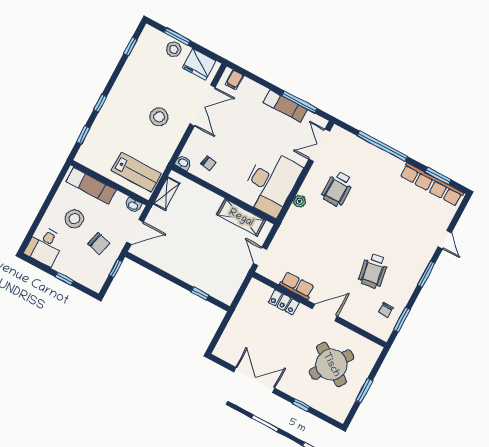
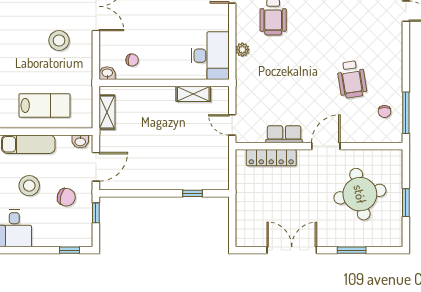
lab bench: (136, 172) -> (44, 105), moved
desk: (271, 183) -> (210, 56), width x0.73, depth x0.77
shelving: (241, 218) -> (193, 94), width x0.67, depth x0.75
window: (426, 274) -> (406, 55), removed
window: (64, 279) -> (69, 250), moved
locker: (284, 302) -> (271, 158), width x1.53
window: (402, 320) -> (406, 113), width x1.44
round table: (331, 365) -> (360, 194), turned 45
window: (301, 405) -> (352, 250), width x1.50

